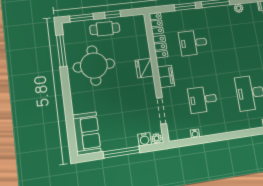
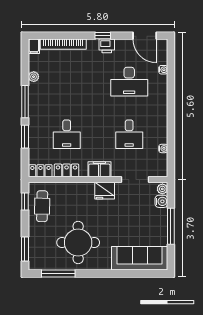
window: (113, 14) -> (25, 201), moved
cafe table: (105, 29) -> (42, 206), moved
fridge: (144, 68) -> (105, 191), moved
sofa: (87, 133) -> (140, 258), width x1.36

